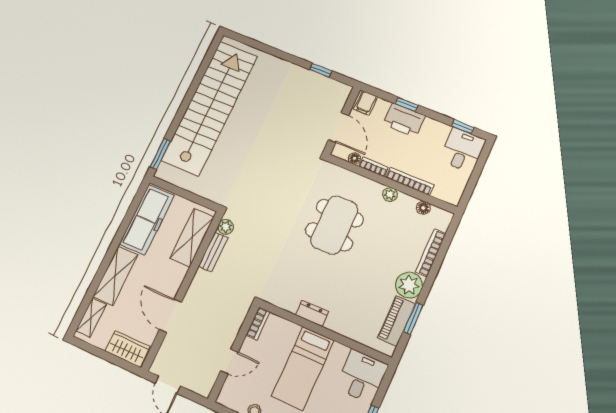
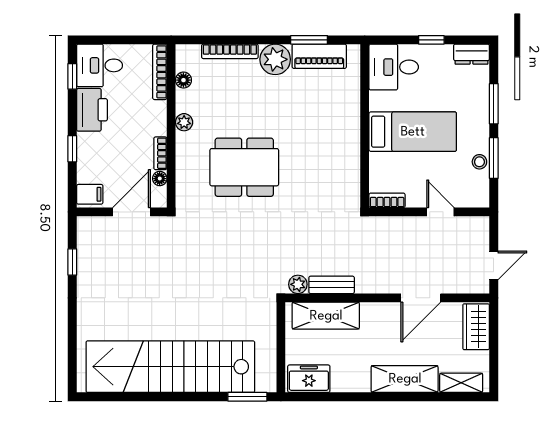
printer: (404, 120) -> (92, 110), moved
bookcase: (410, 181) -> (160, 72), moved
freezer: (147, 220) -> (309, 379), width x0.52, depth x0.79
dresser: (312, 313) -> (351, 148), removed

